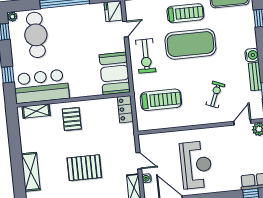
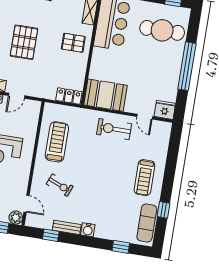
plant: (12, 17) -> (186, 13), removed
exercise mat: (190, 44) -> (114, 174), removed
treadmill: (161, 100) -> (57, 142), moved, turned 180

